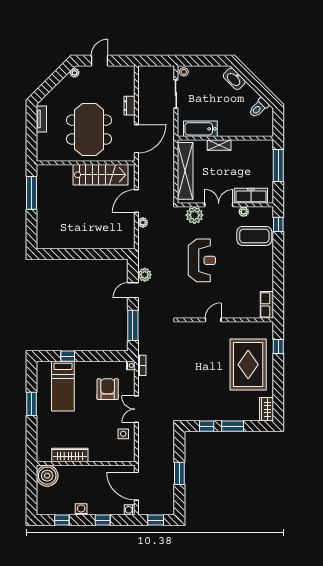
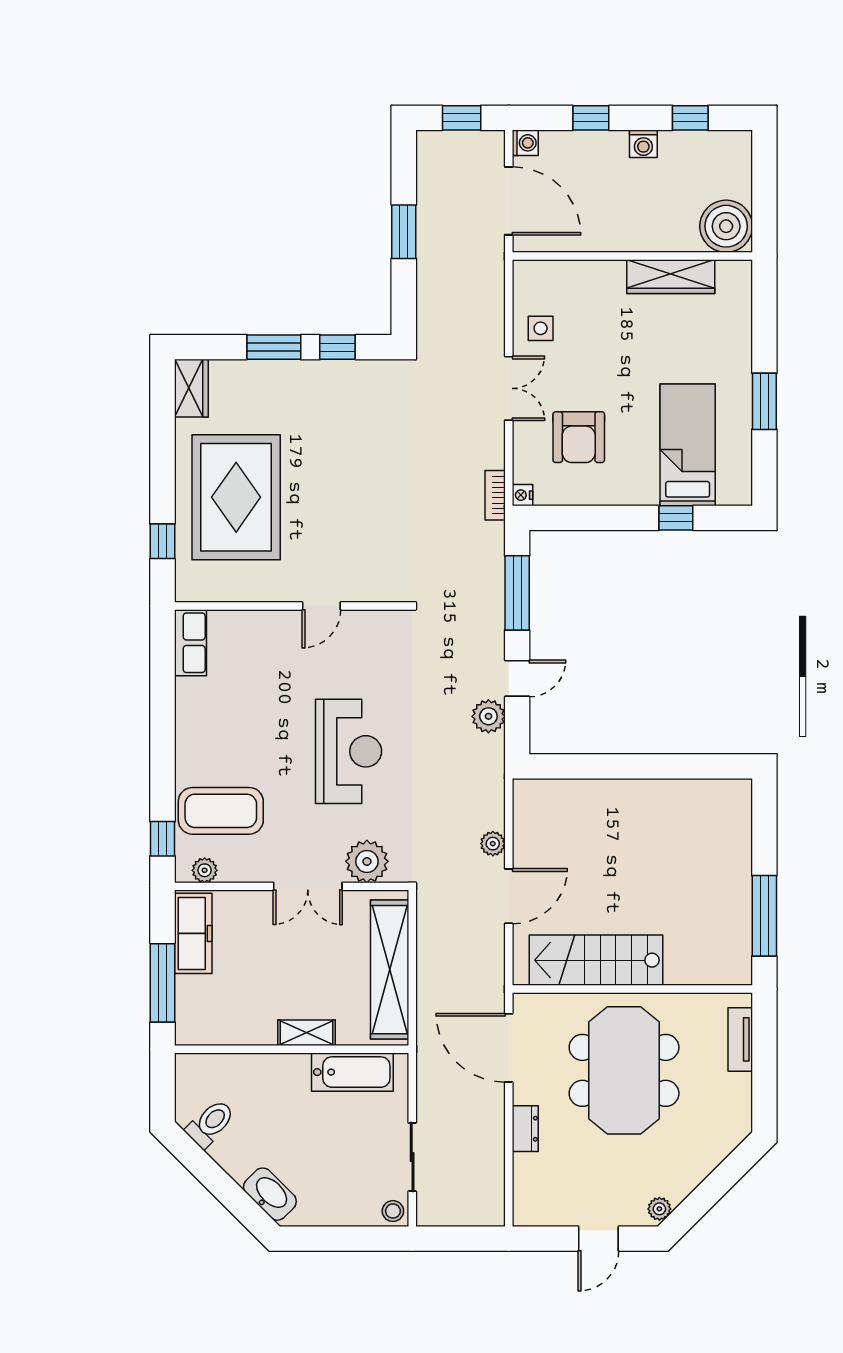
tv unit: (41, 119) -> (740, 1039), moved
door: (136, 139) -> (509, 1048), hinge flipped
freezer: (251, 196) -> (193, 933), moved, turned -90
plant: (244, 212) -> (205, 870), moved
reception desk: (202, 260) -> (349, 751), turned 180

